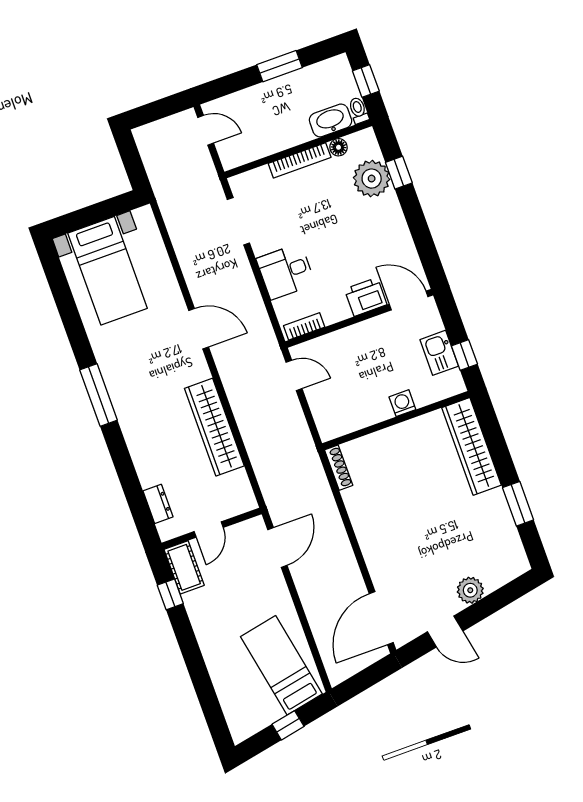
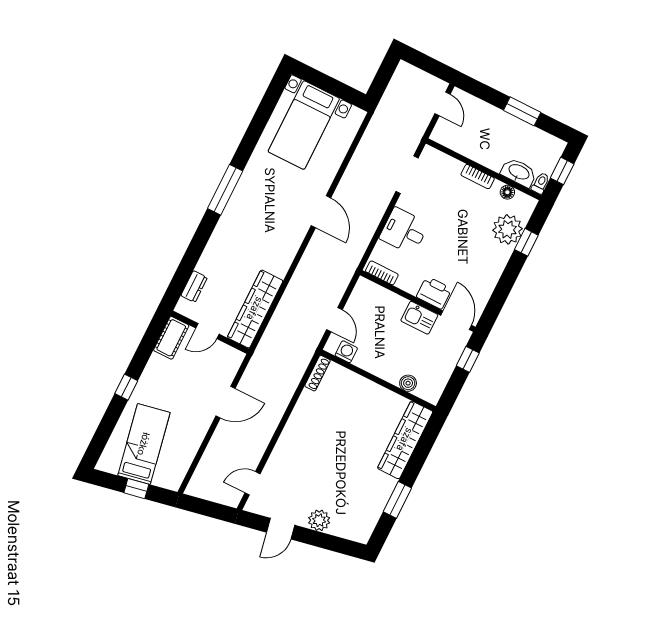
bookcase: (300, 160) -> (478, 177), width x0.64
kitchen sink: (439, 353) -> (419, 318), moved, turned -90
window: (464, 355) -> (468, 359), moved
door: (294, 375) -> (334, 320), moved
boiler: (424, 396) -> (408, 383), added
washing machine: (402, 403) -> (346, 352), moved
wardrobe: (214, 427) -> (255, 309), moved
door: (277, 548) -> (225, 402), moved
window: (170, 594) -> (126, 387), moved
door: (381, 618) -> (252, 483), width x0.53
door: (445, 631) -> (281, 529), hinge flipped
bed: (281, 665) -> (144, 444), moved

